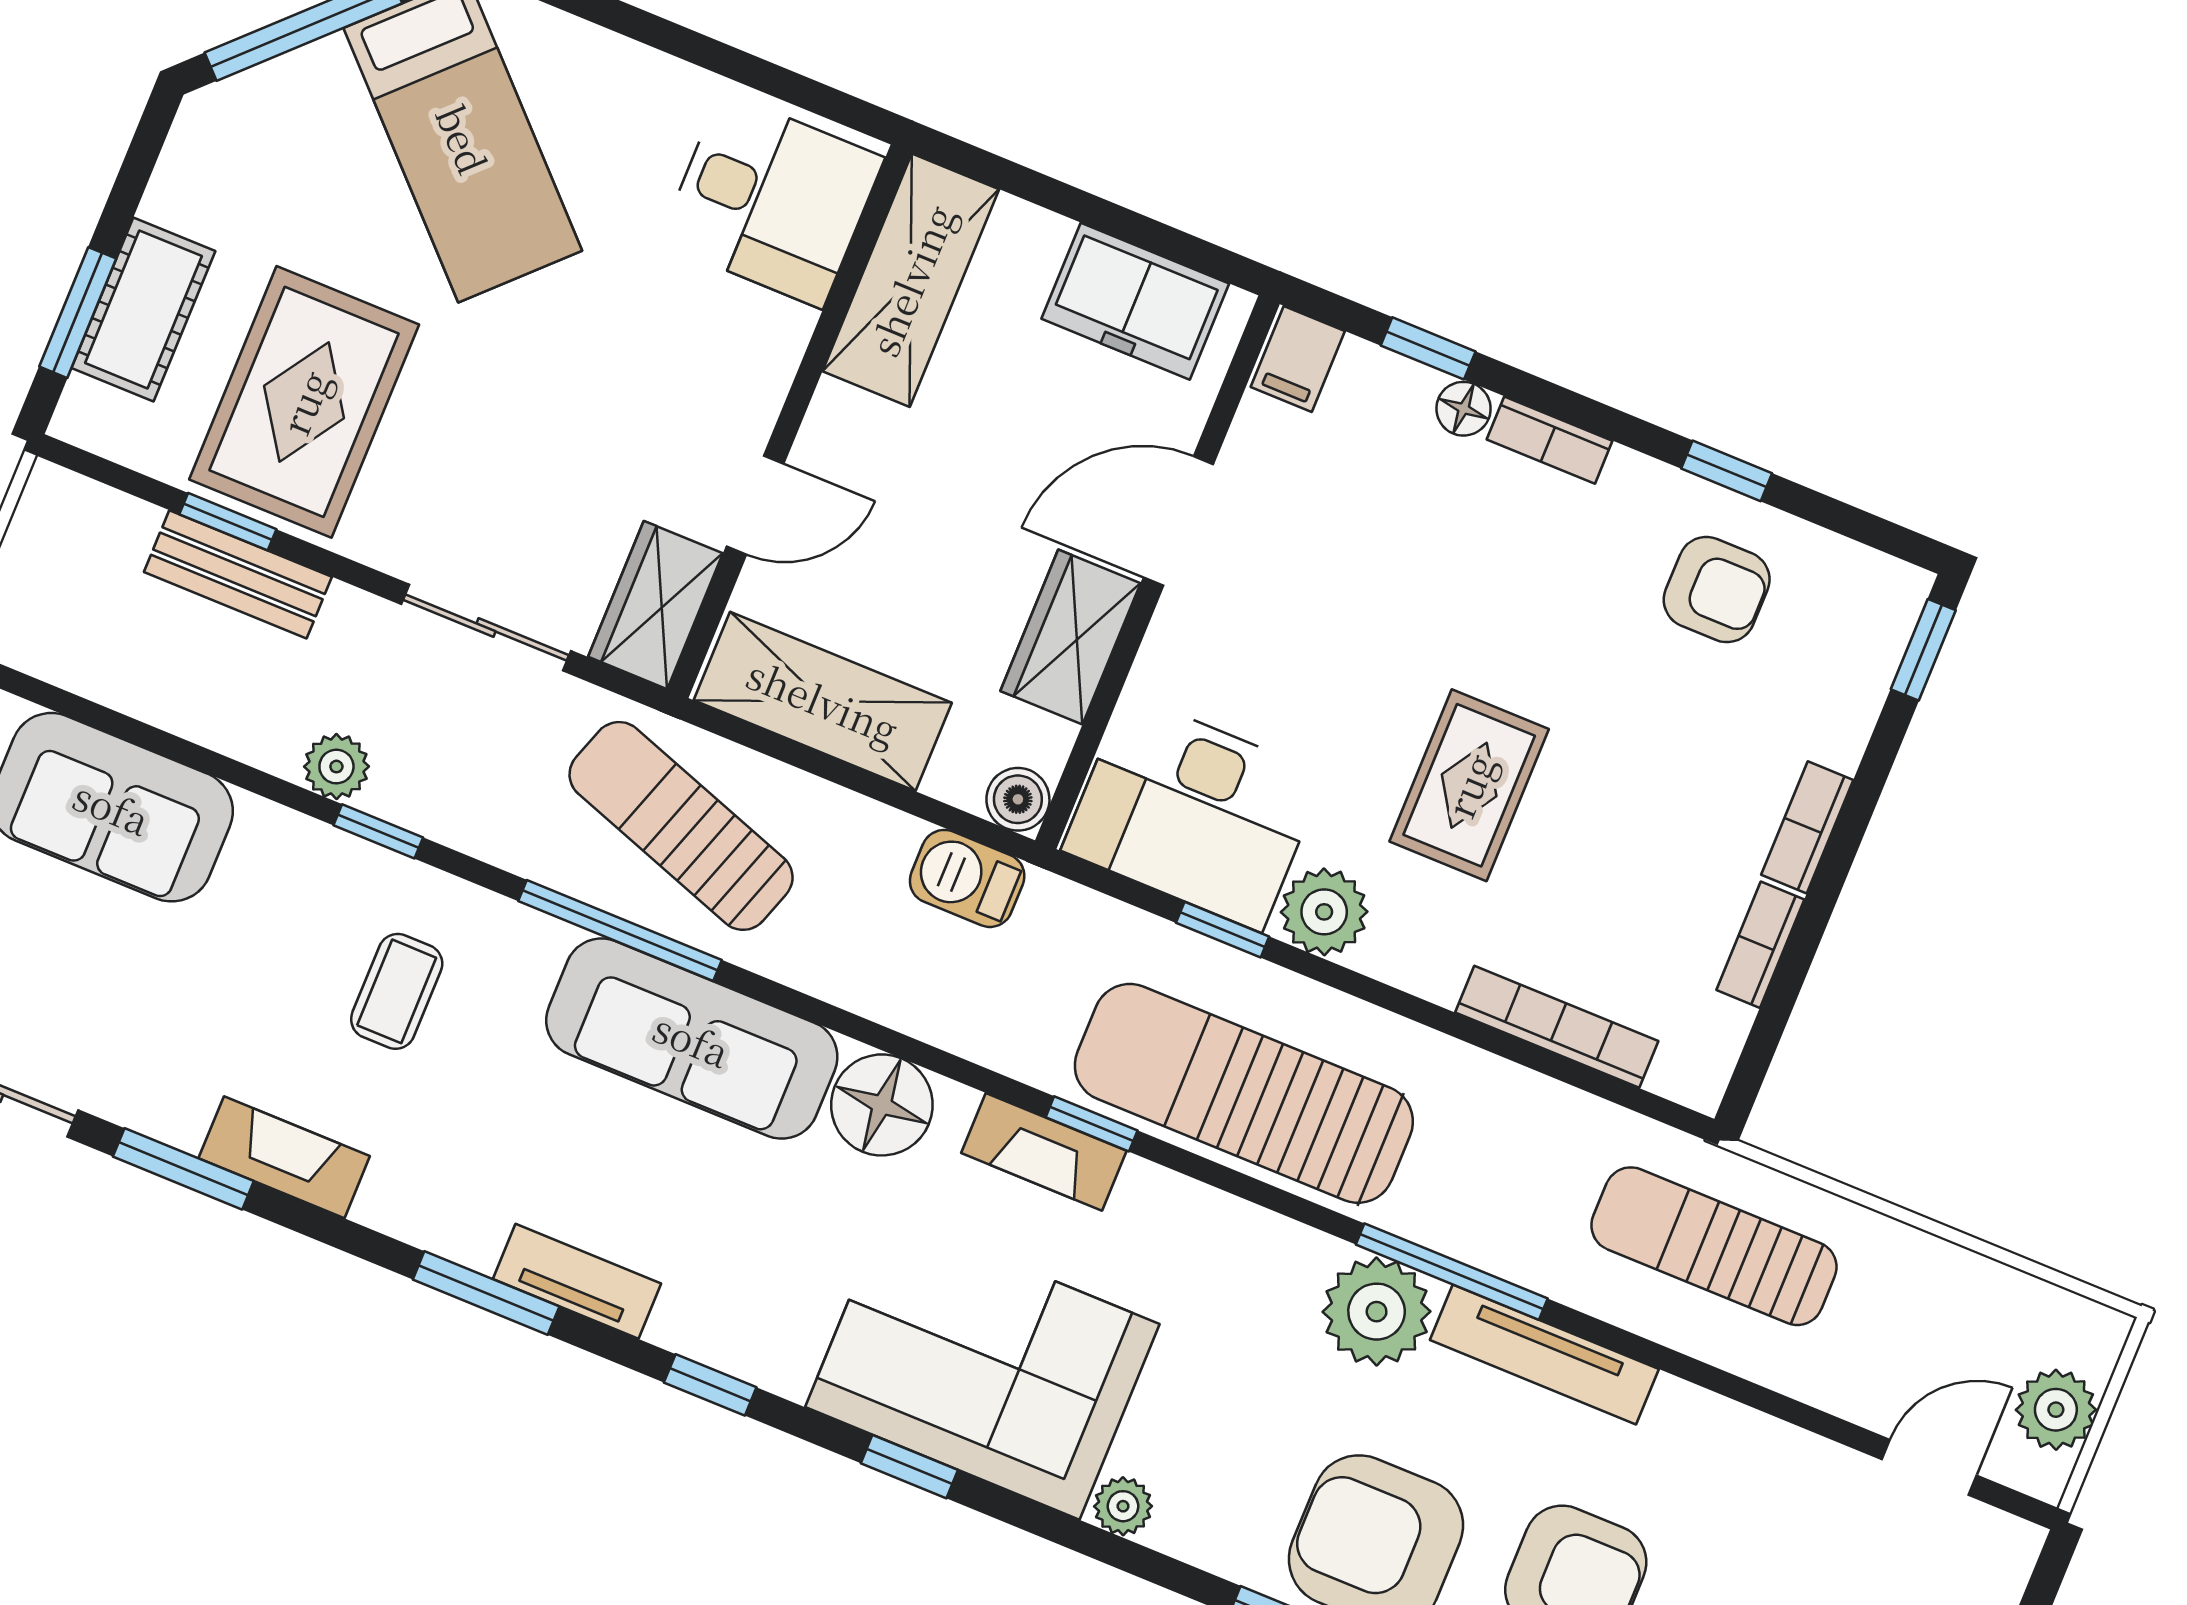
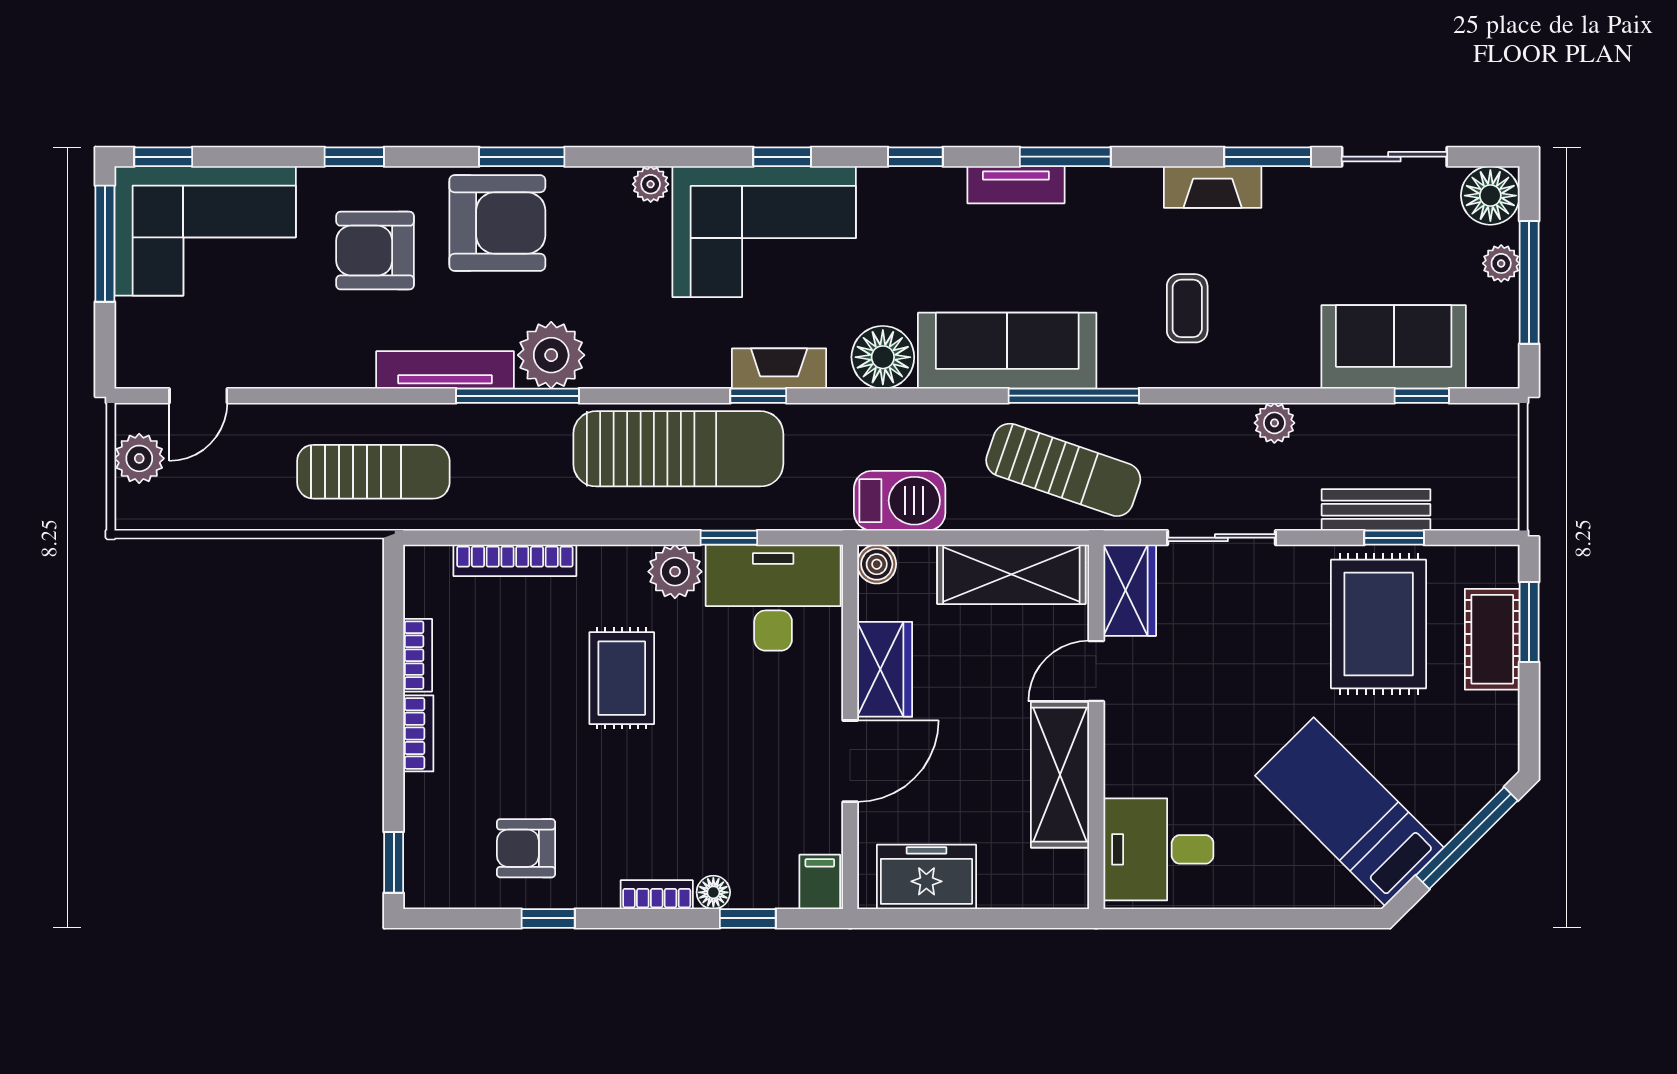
shelving: (911, 280) -> (1060, 775), moved
window: (378, 831) -> (1422, 396), moved
barbecue: (967, 878) -> (900, 501), width x1.38, depth x1.27

